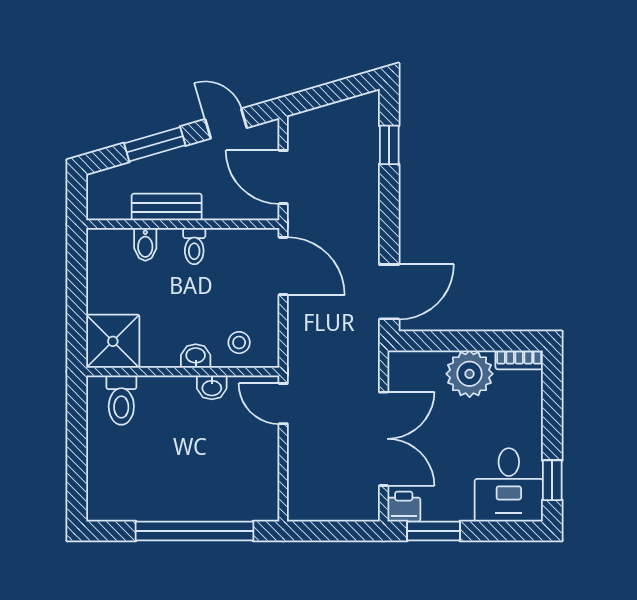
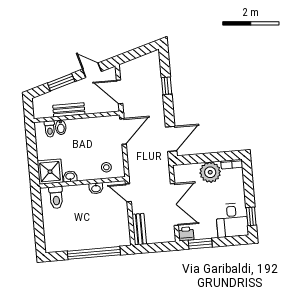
window: (389, 145) -> (167, 86), moved
toilet: (194, 246) -> (50, 129), moved
door: (283, 266) -> (123, 131), hinge flipped
washbasin: (196, 356) -> (70, 177), moved
bench: (300, 487) -> (139, 229), added

